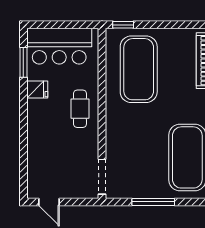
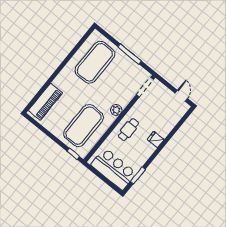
fridge: (37, 90) -> (156, 139), moved
plant: (114, 120) -> (116, 110), added

